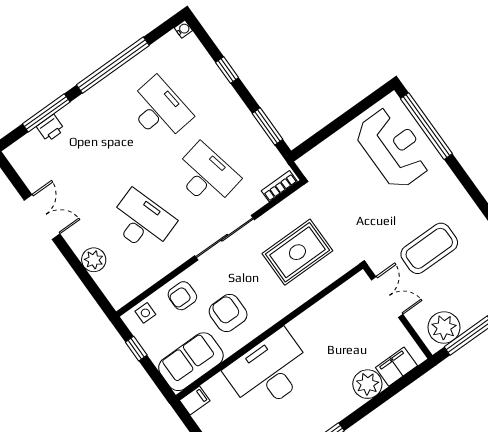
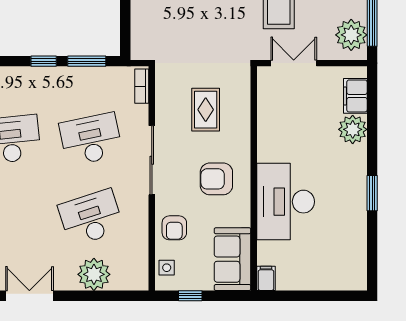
window: (227, 70) -> (44, 61), moved
rug: (297, 252) -> (206, 110), width x0.73, depth x0.70
plant: (94, 260) -> (94, 274), width x1.36, depth x1.36
armchair: (228, 313) -> (216, 179), moved

